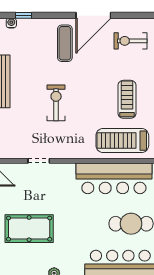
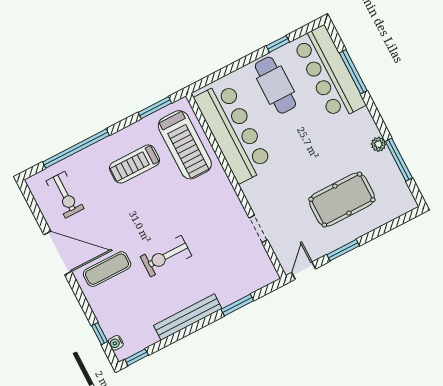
exercise bike: (56, 103) -> (166, 256), moved
pool table: (29, 229) -> (342, 200), turned 90

